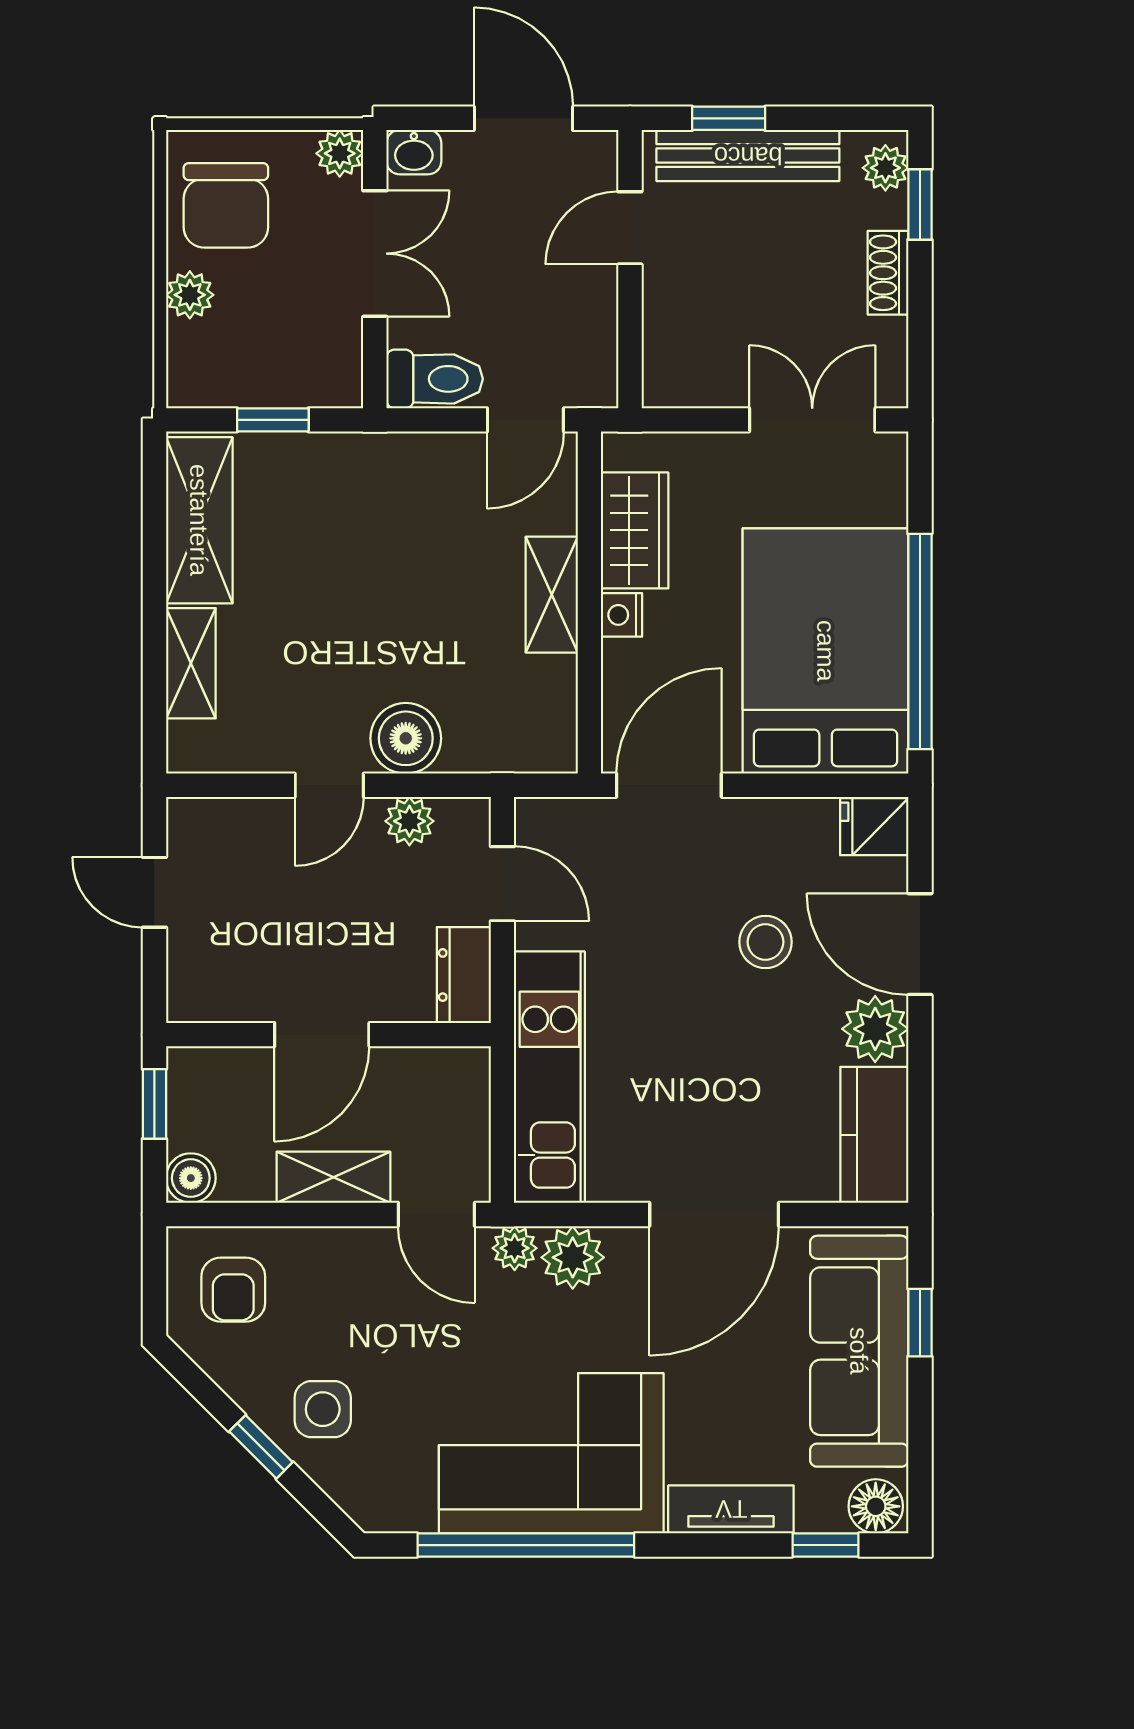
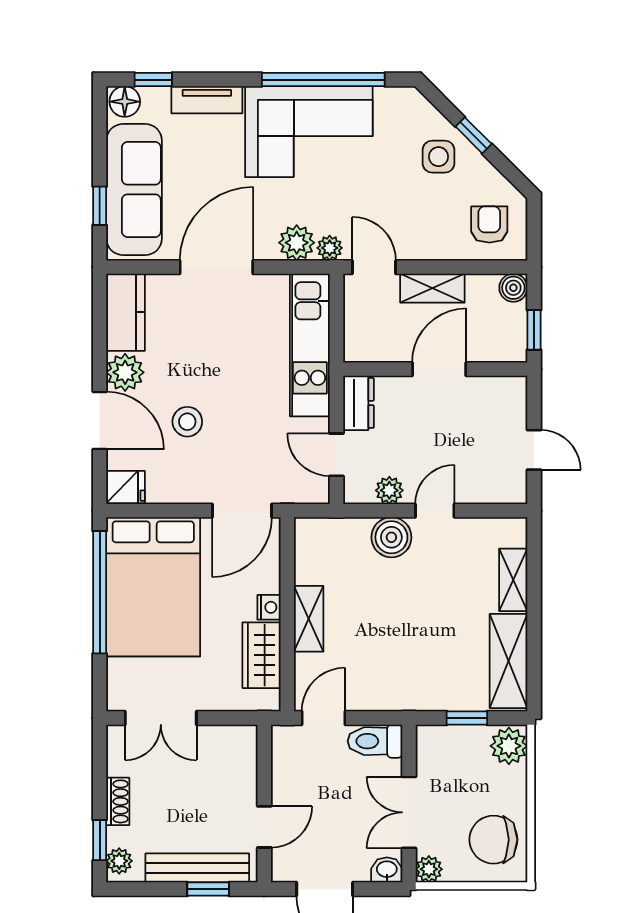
chair: (226, 205) -> (493, 840), turned -90
plant: (190, 295) -> (509, 746), moved, width x1.38, depth x1.38

